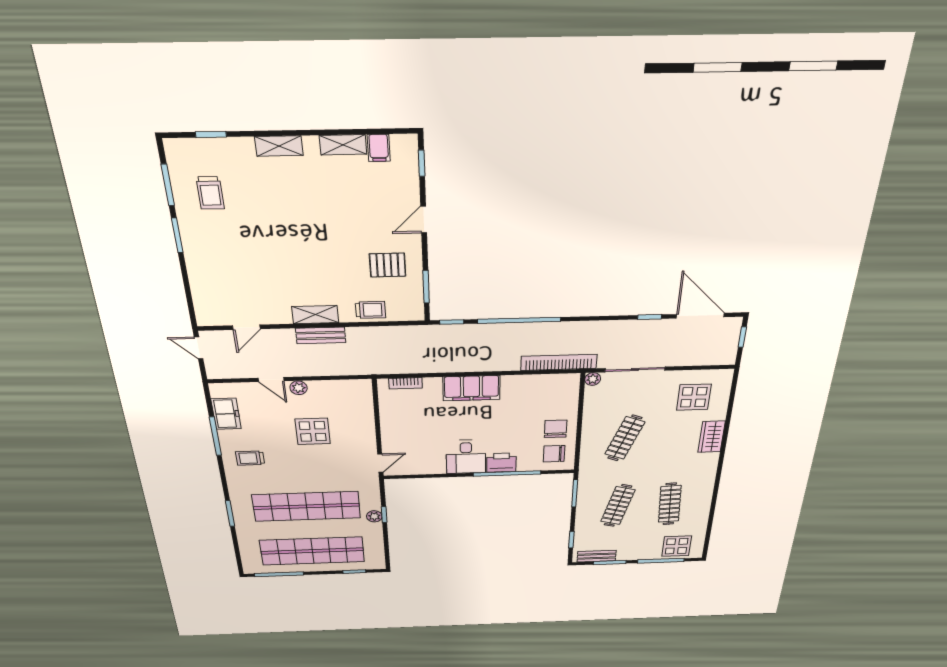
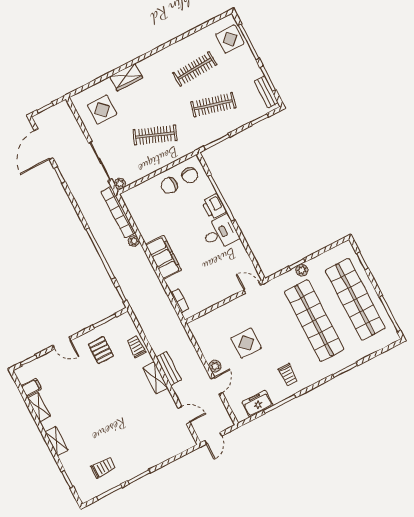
plant: (512, 364) -> (134, 241), added

